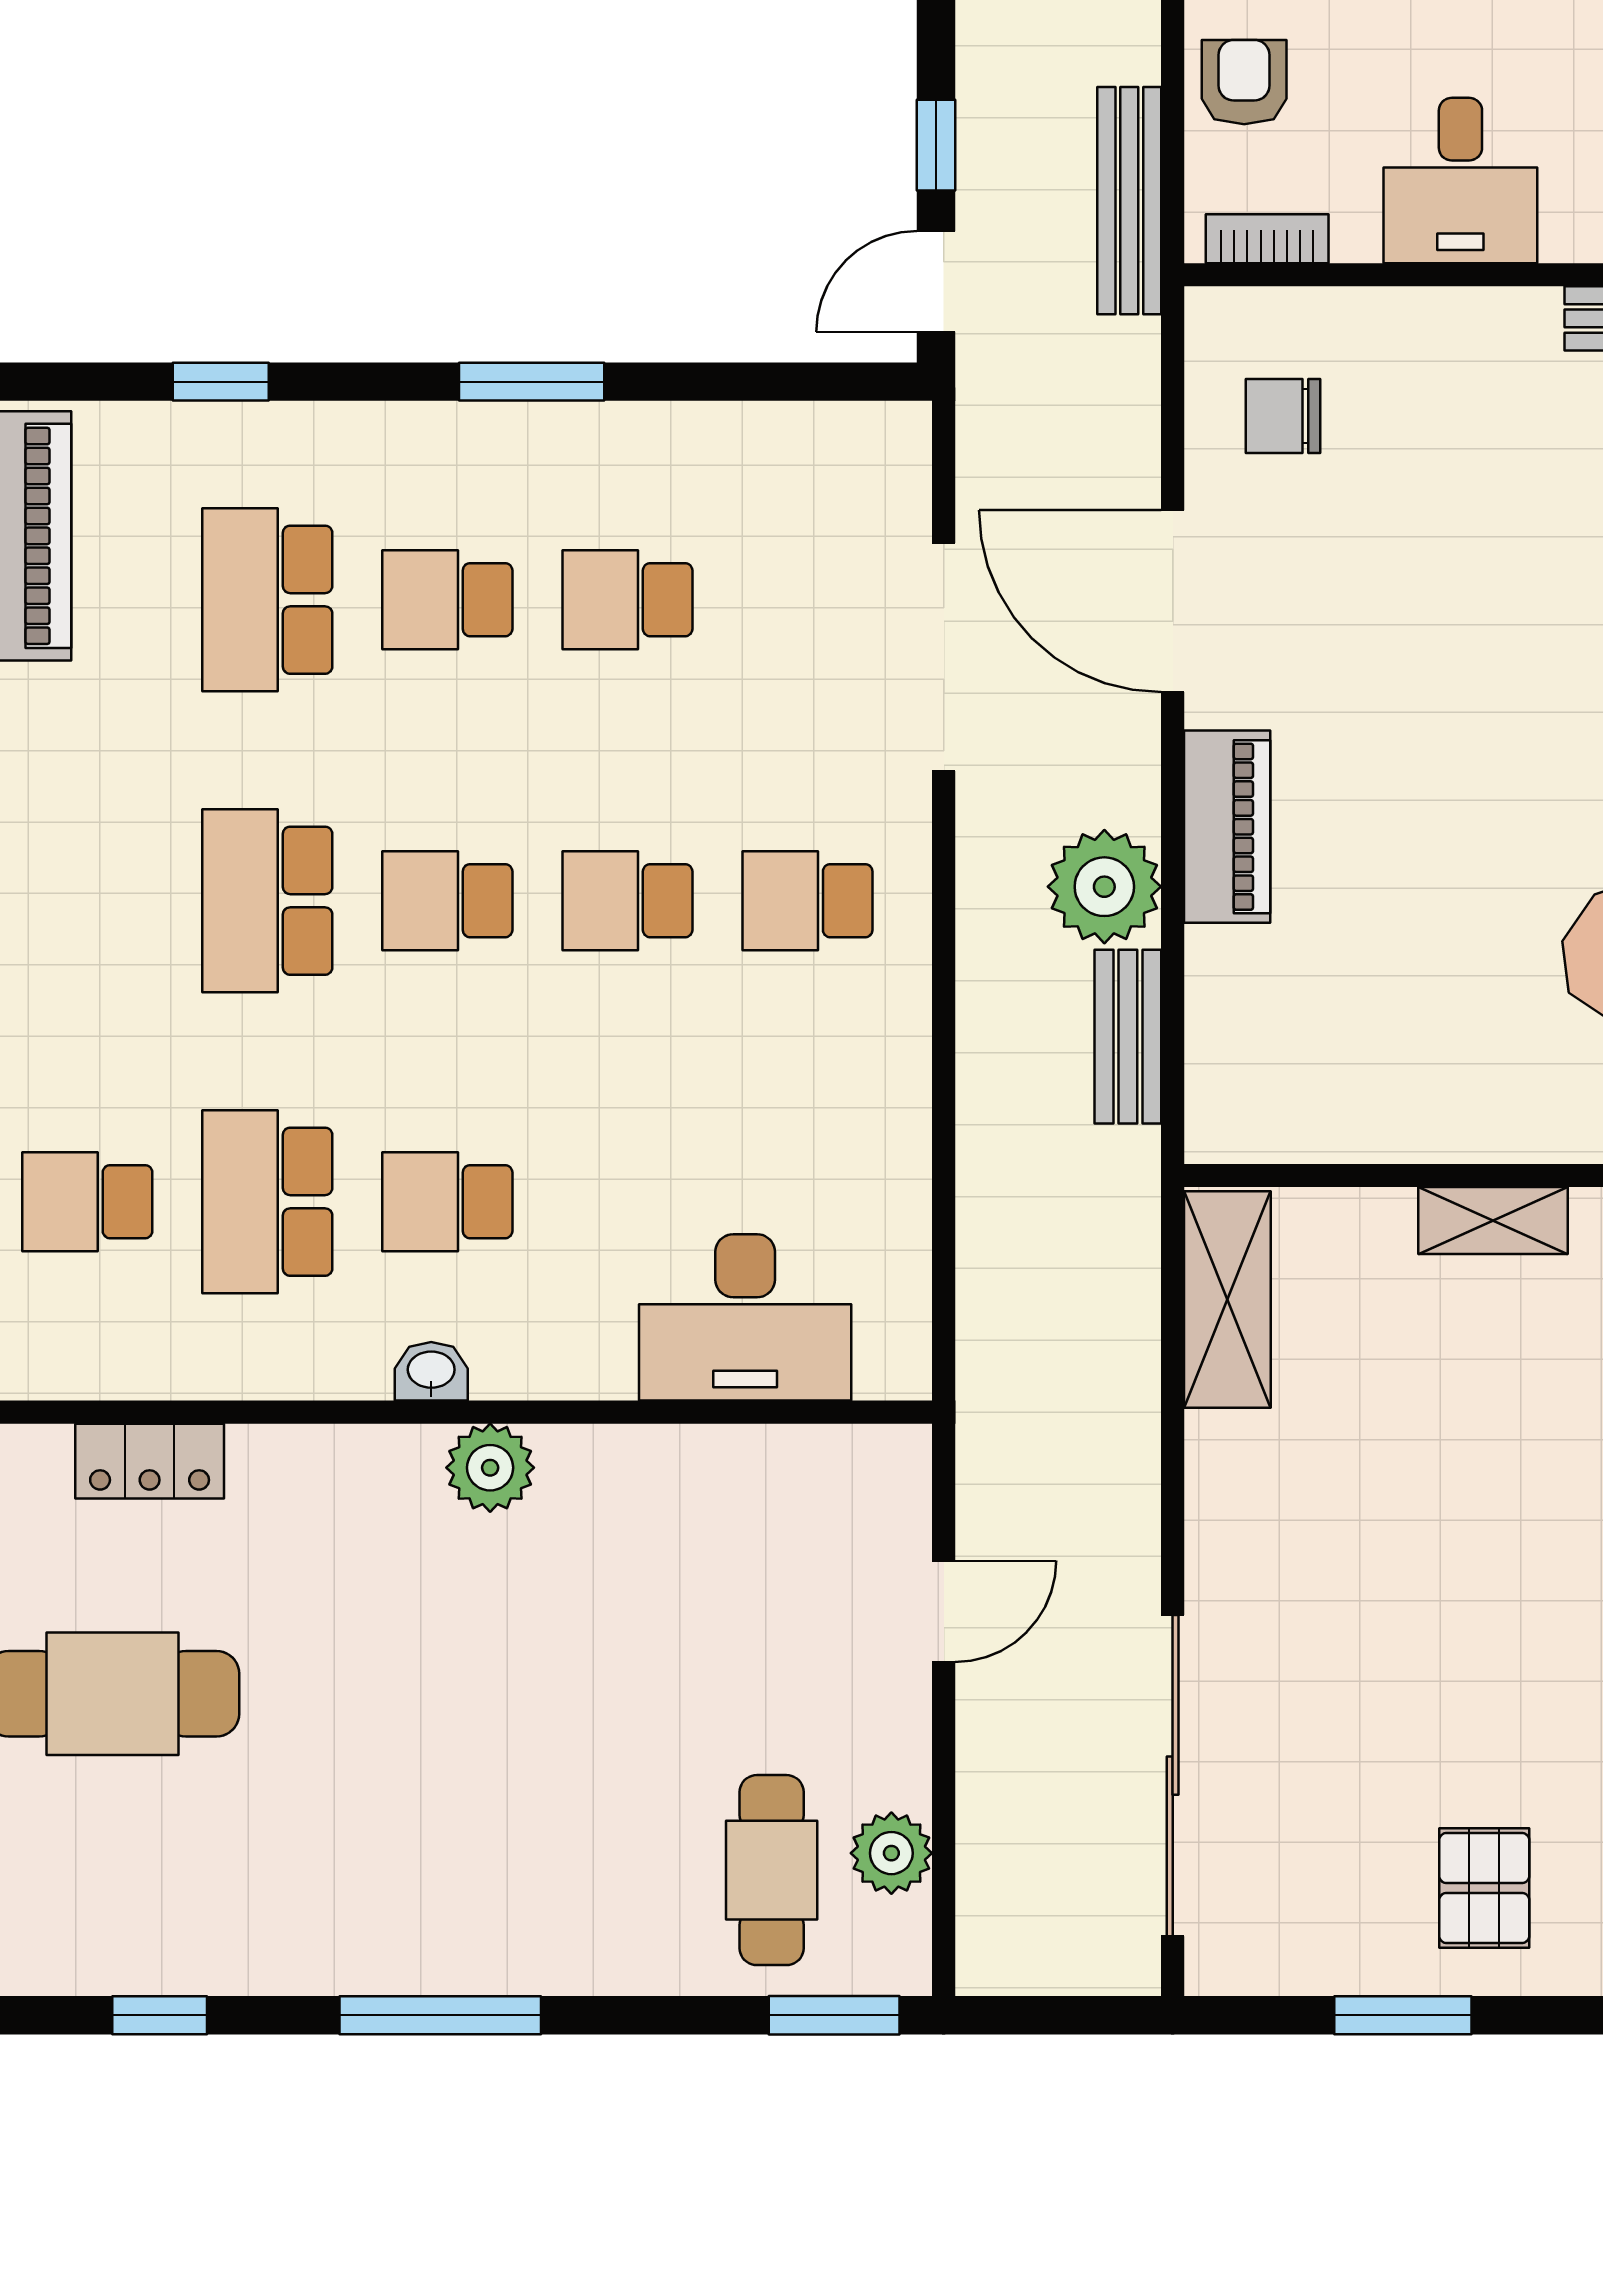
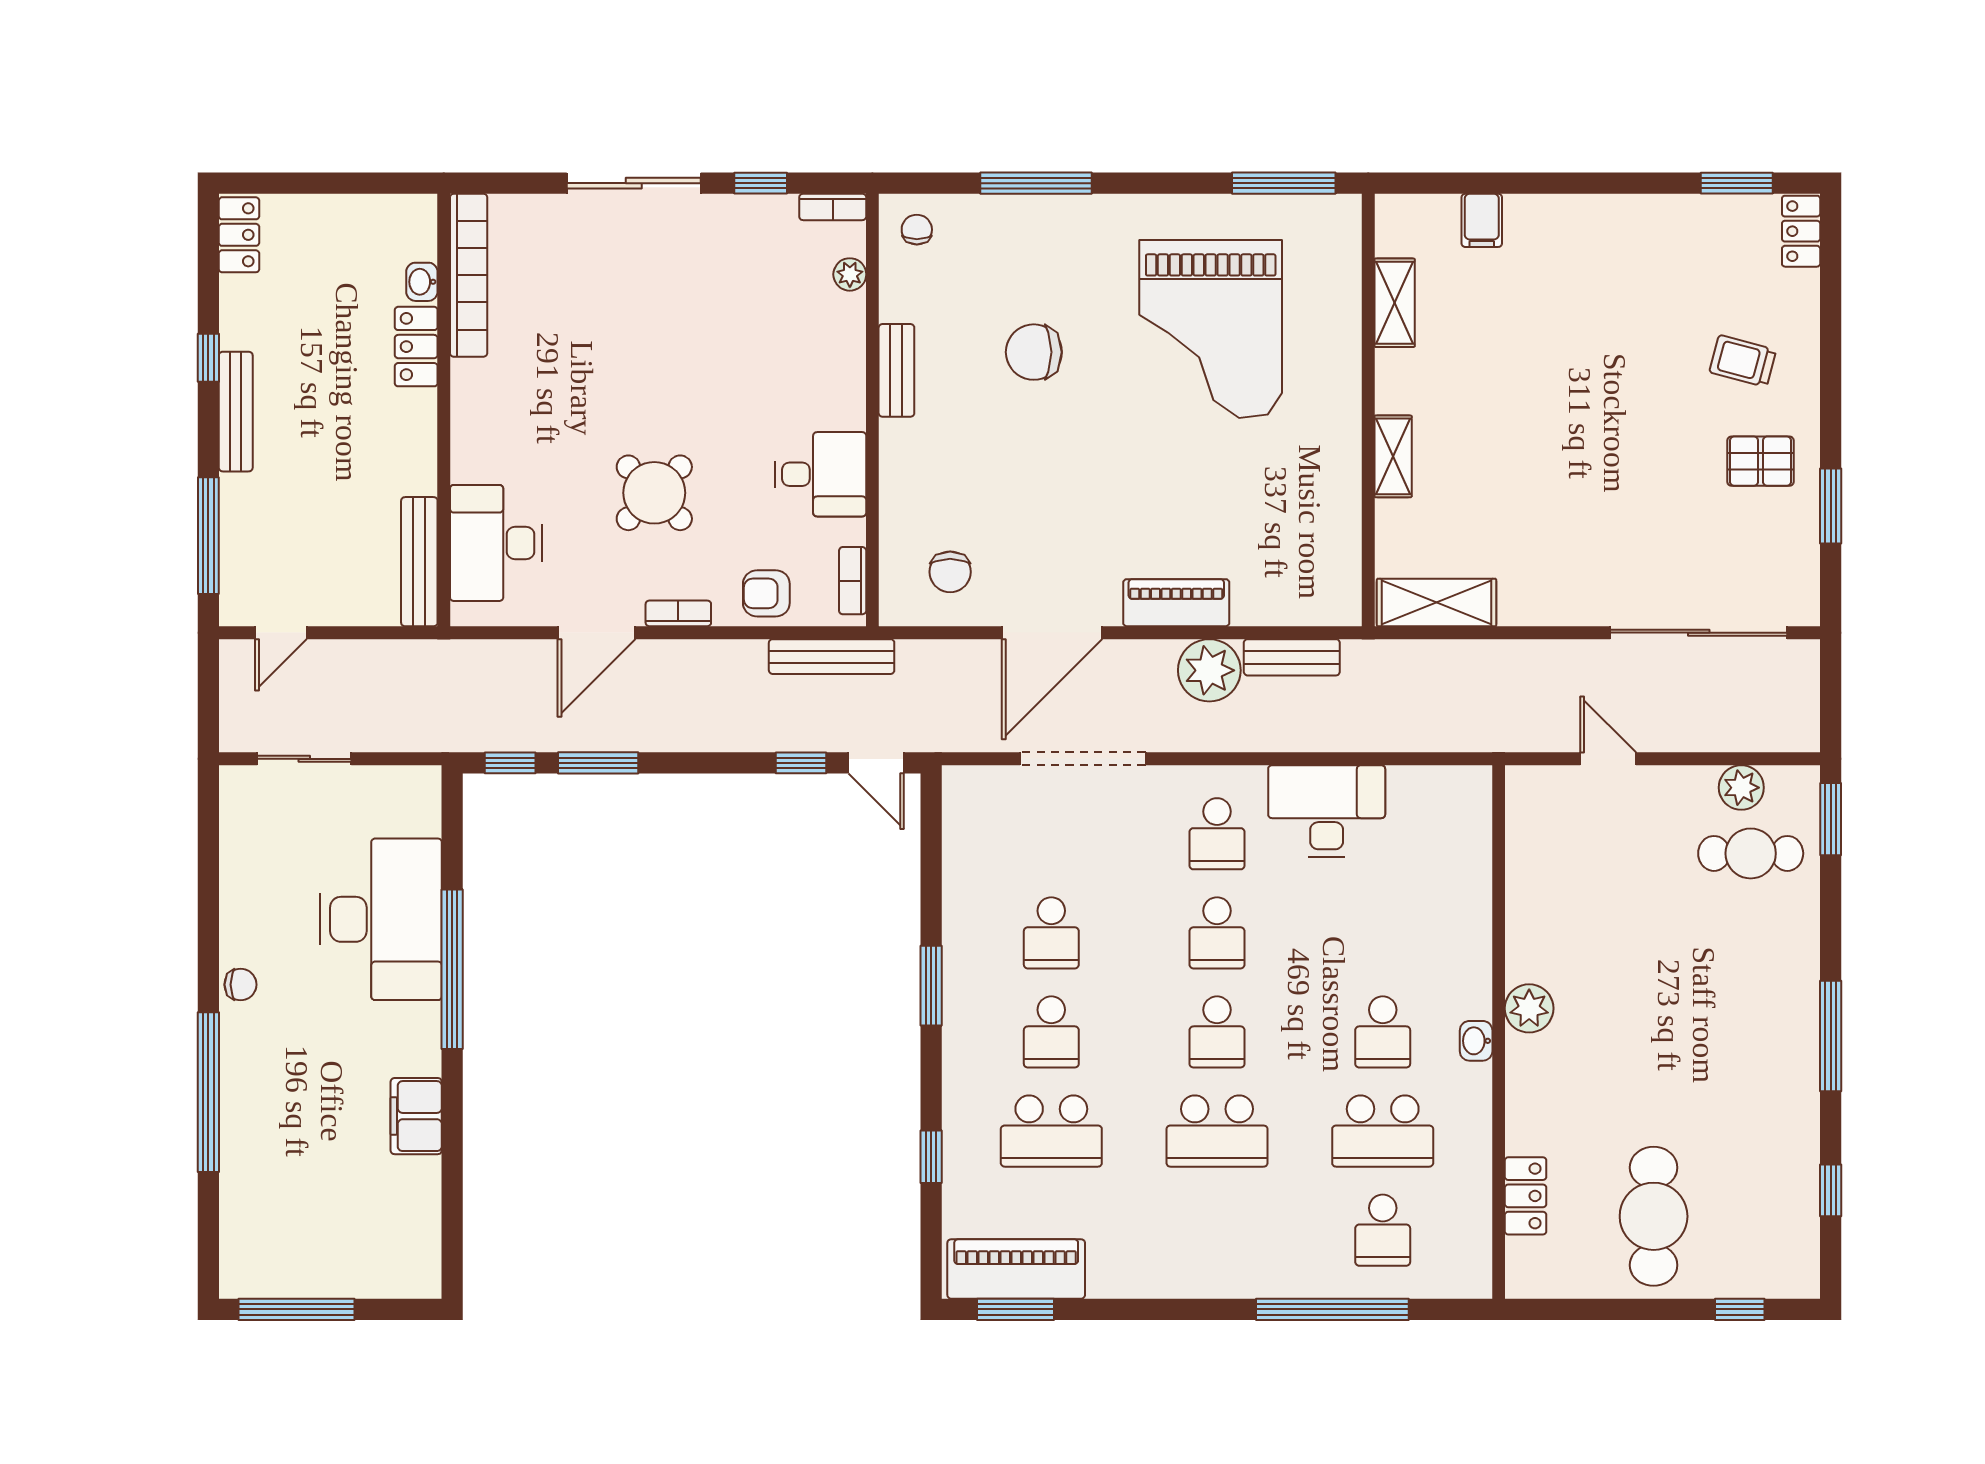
desk: (745, 1317) -> (1327, 811), moved, turned -90

